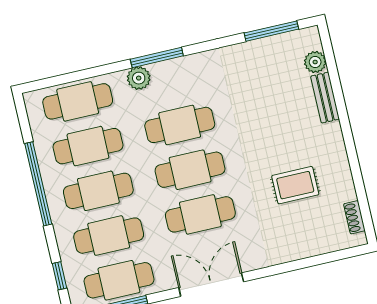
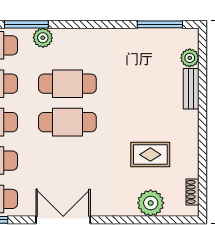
window: (157, 58) -> (26, 24), moved
cafe table: (200, 214) -> (67, 161), removed
plant: (309, 241) -> (151, 203), added

